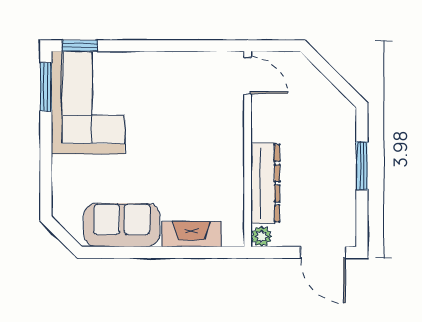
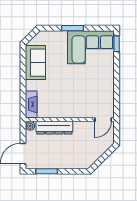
window: (46, 87) -> (73, 28), moved
window: (362, 166) -> (47, 171), moved
fireplace: (192, 234) -> (31, 104), moved

